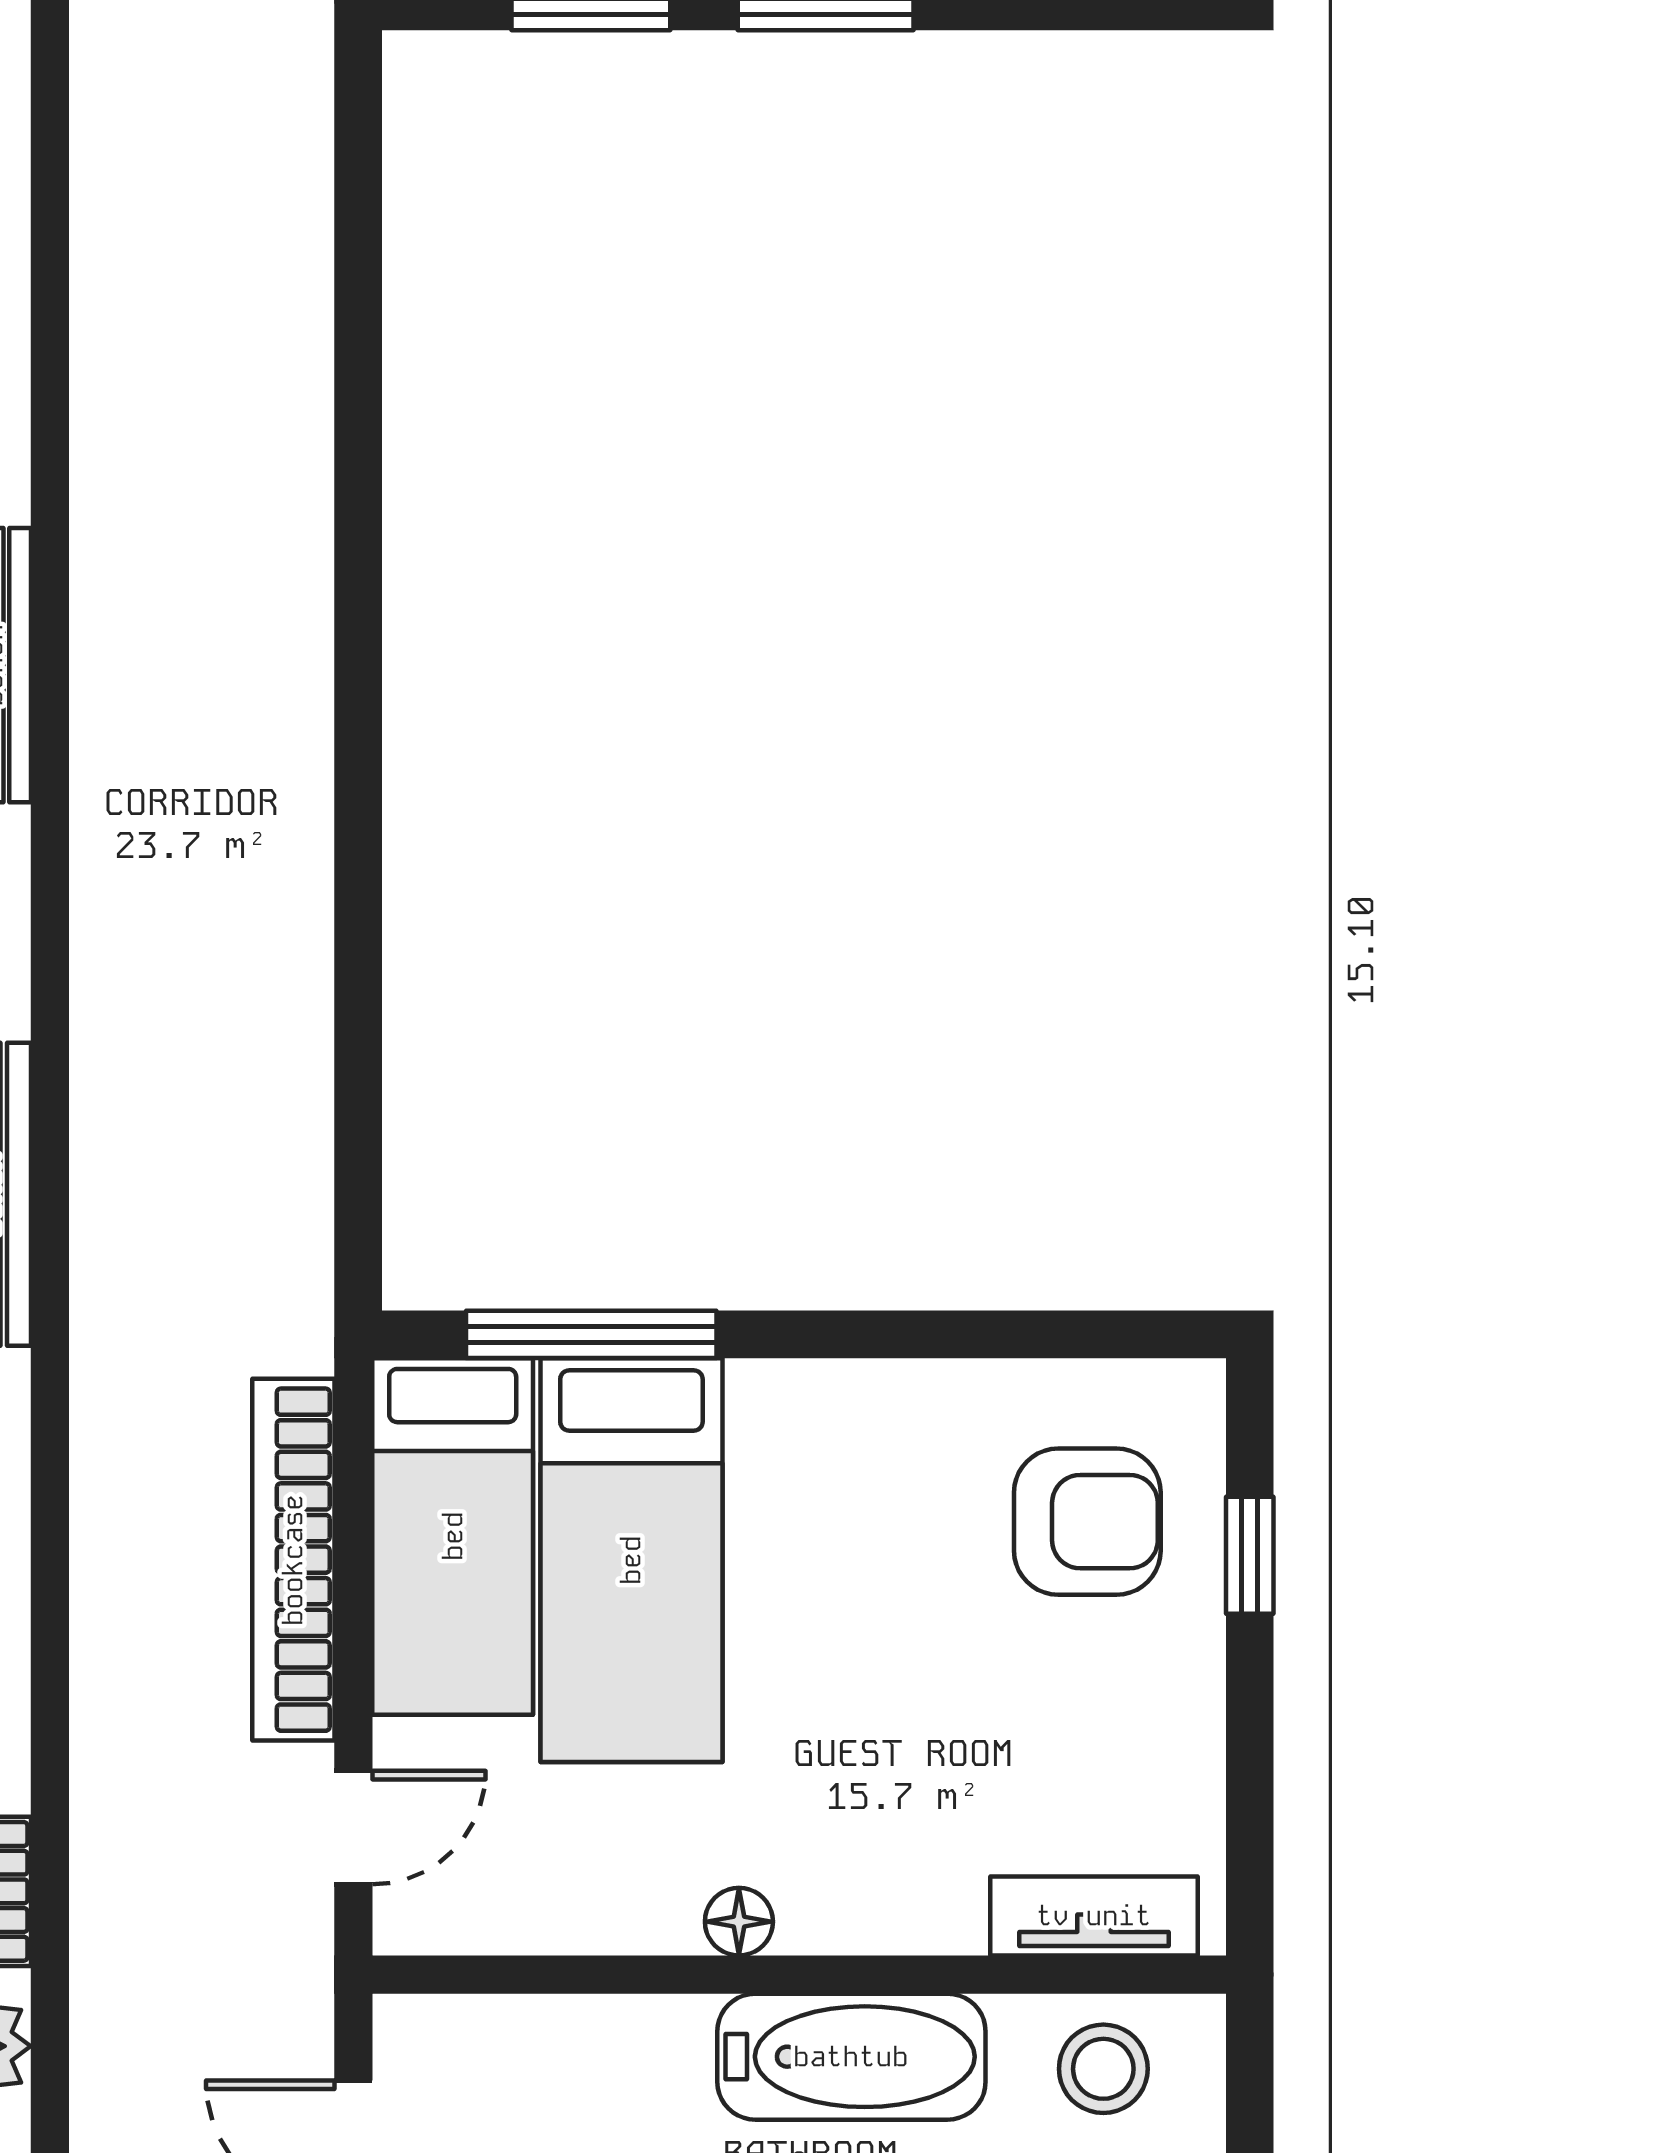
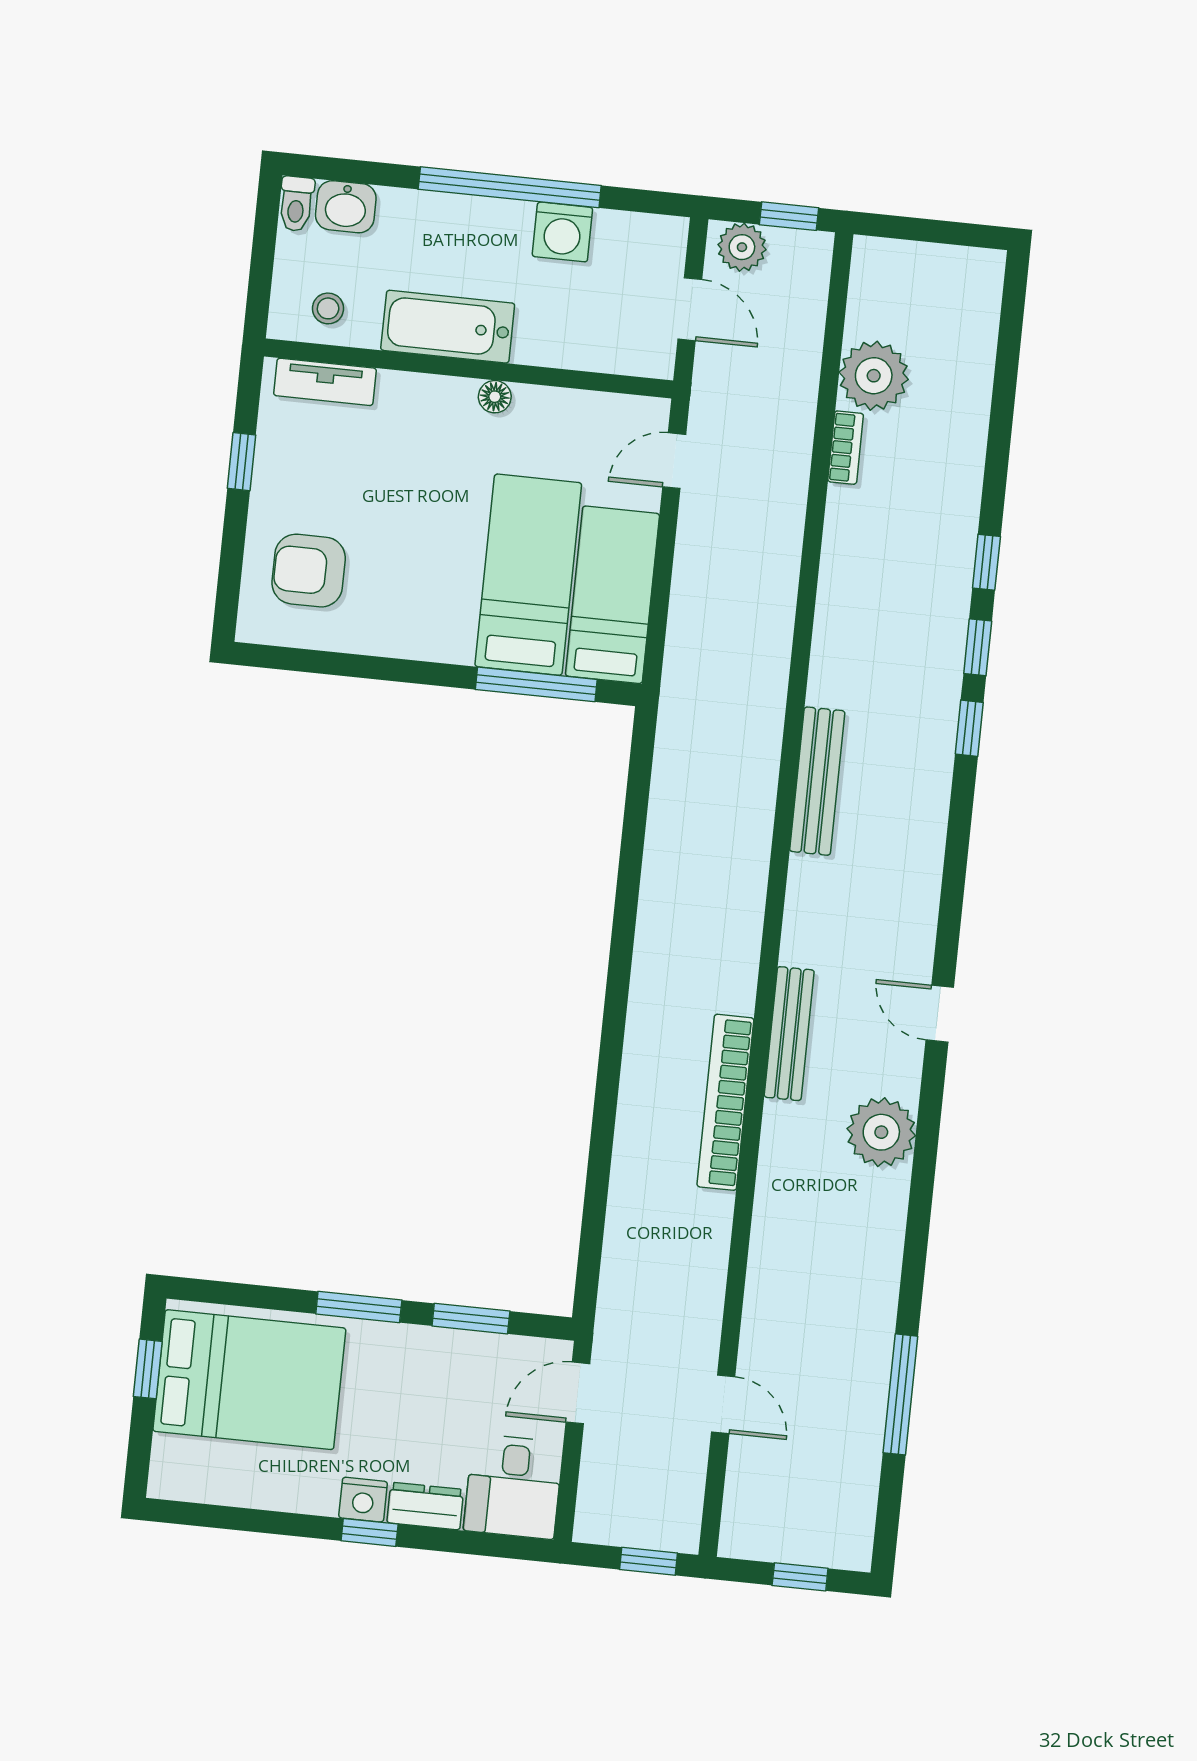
window: (1250, 1555) -> (242, 462), moved
bookcase: (293, 1560) -> (725, 1102), moved, turned 180
stool: (1103, 2069) -> (328, 308), width x0.73, depth x0.73

